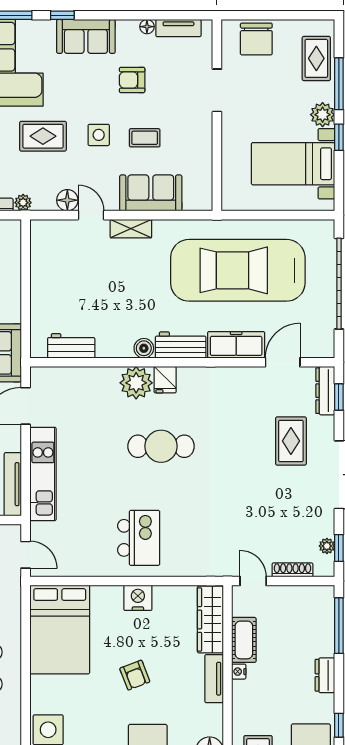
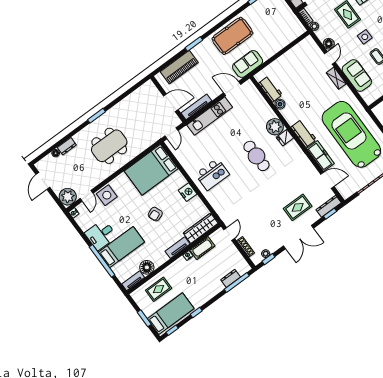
boiler: (144, 348) -> (280, 104), moved
dresser: (325, 675) -> (231, 278), moved

